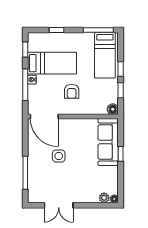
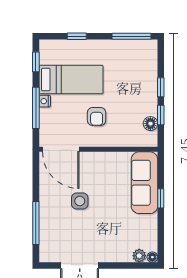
bed: (105, 55) -> (140, 69), removed
floor lamp: (113, 109) -> (150, 124), moved

